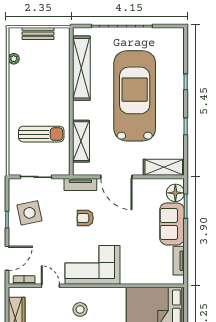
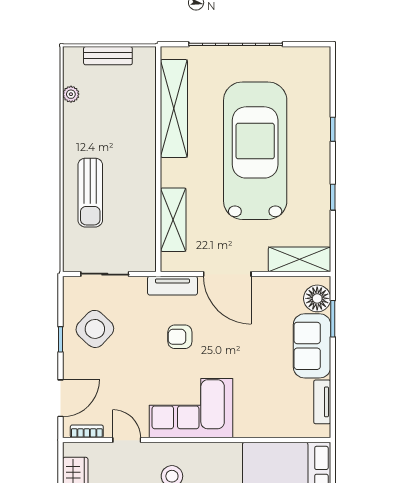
sun lounger: (41, 134) -> (90, 193), moved, turned 90
side table: (29, 213) -> (95, 329), turned -35

